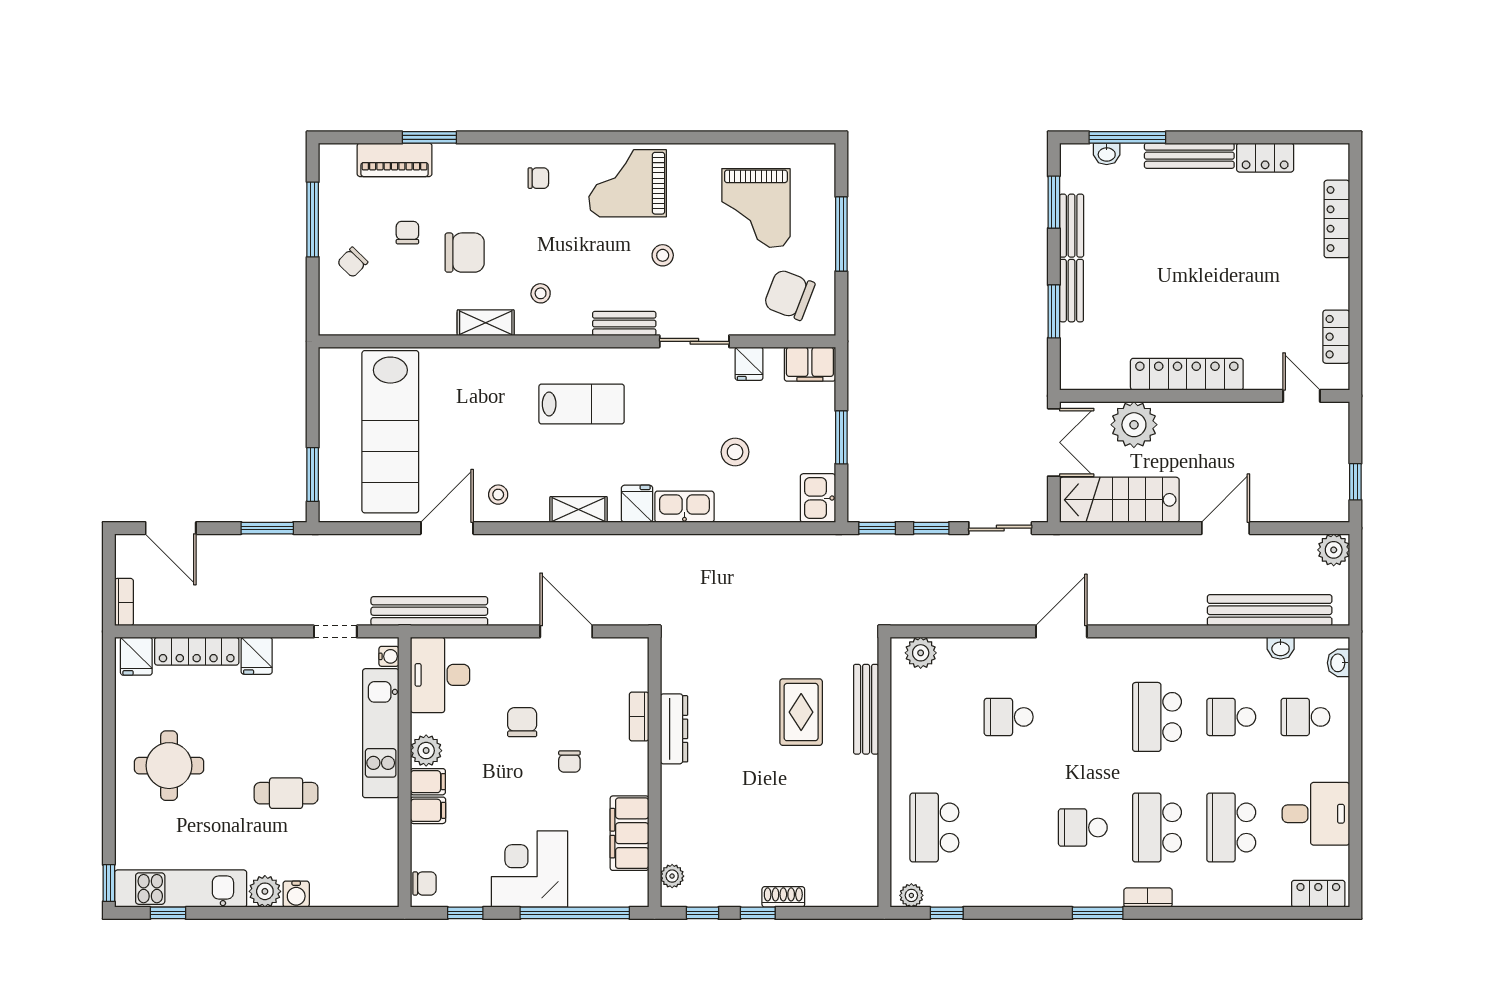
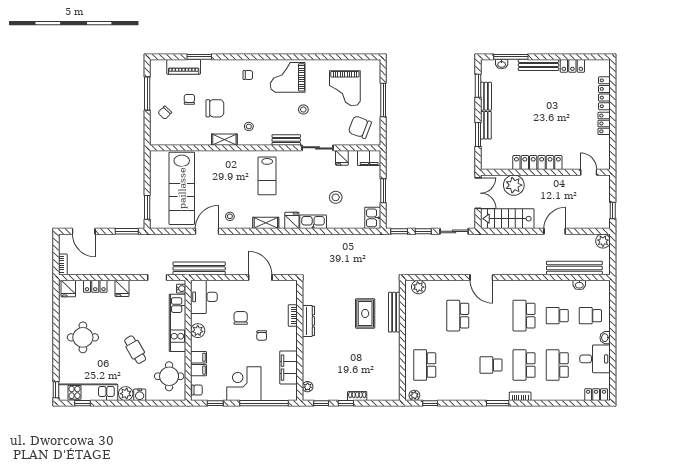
locker: (1336, 337) -> (604, 123), moved
lab bench: (582, 404) -> (267, 176), turned 90
door: (1061, 631) -> (481, 277), swing flipped
locker: (197, 651) -> (95, 286), width x0.66
washbasin: (1339, 663) -> (605, 338), moved
school desk: (1009, 717) -> (458, 316), width x1.85
filing cabinet: (428, 782) -> (199, 370), moved
cafe table: (286, 793) -> (135, 350), turned 60
round table: (362, 853) -> (169, 376), added

